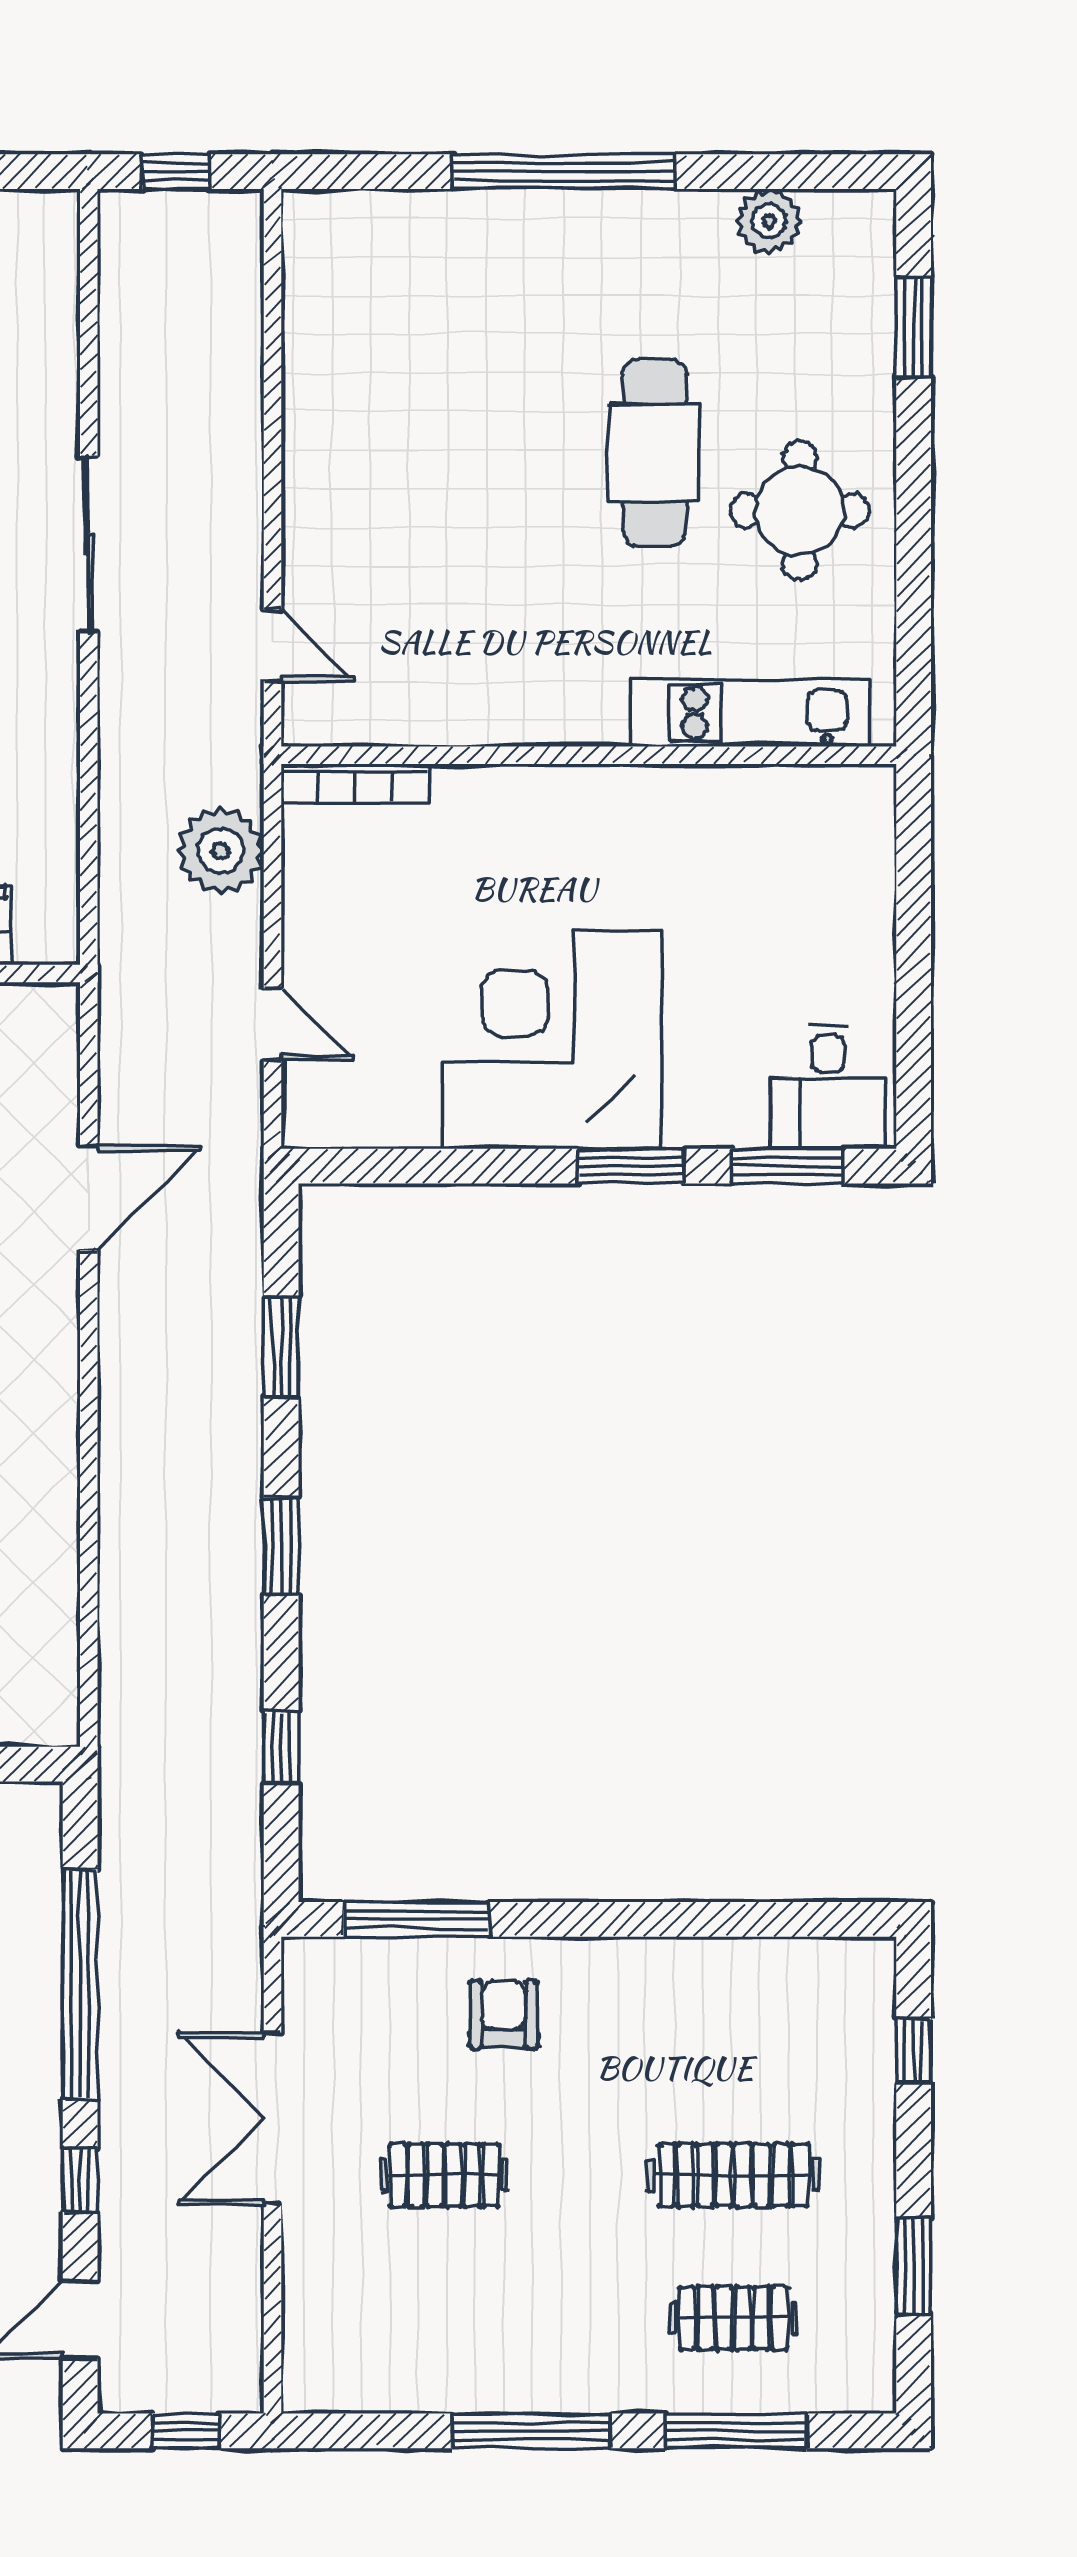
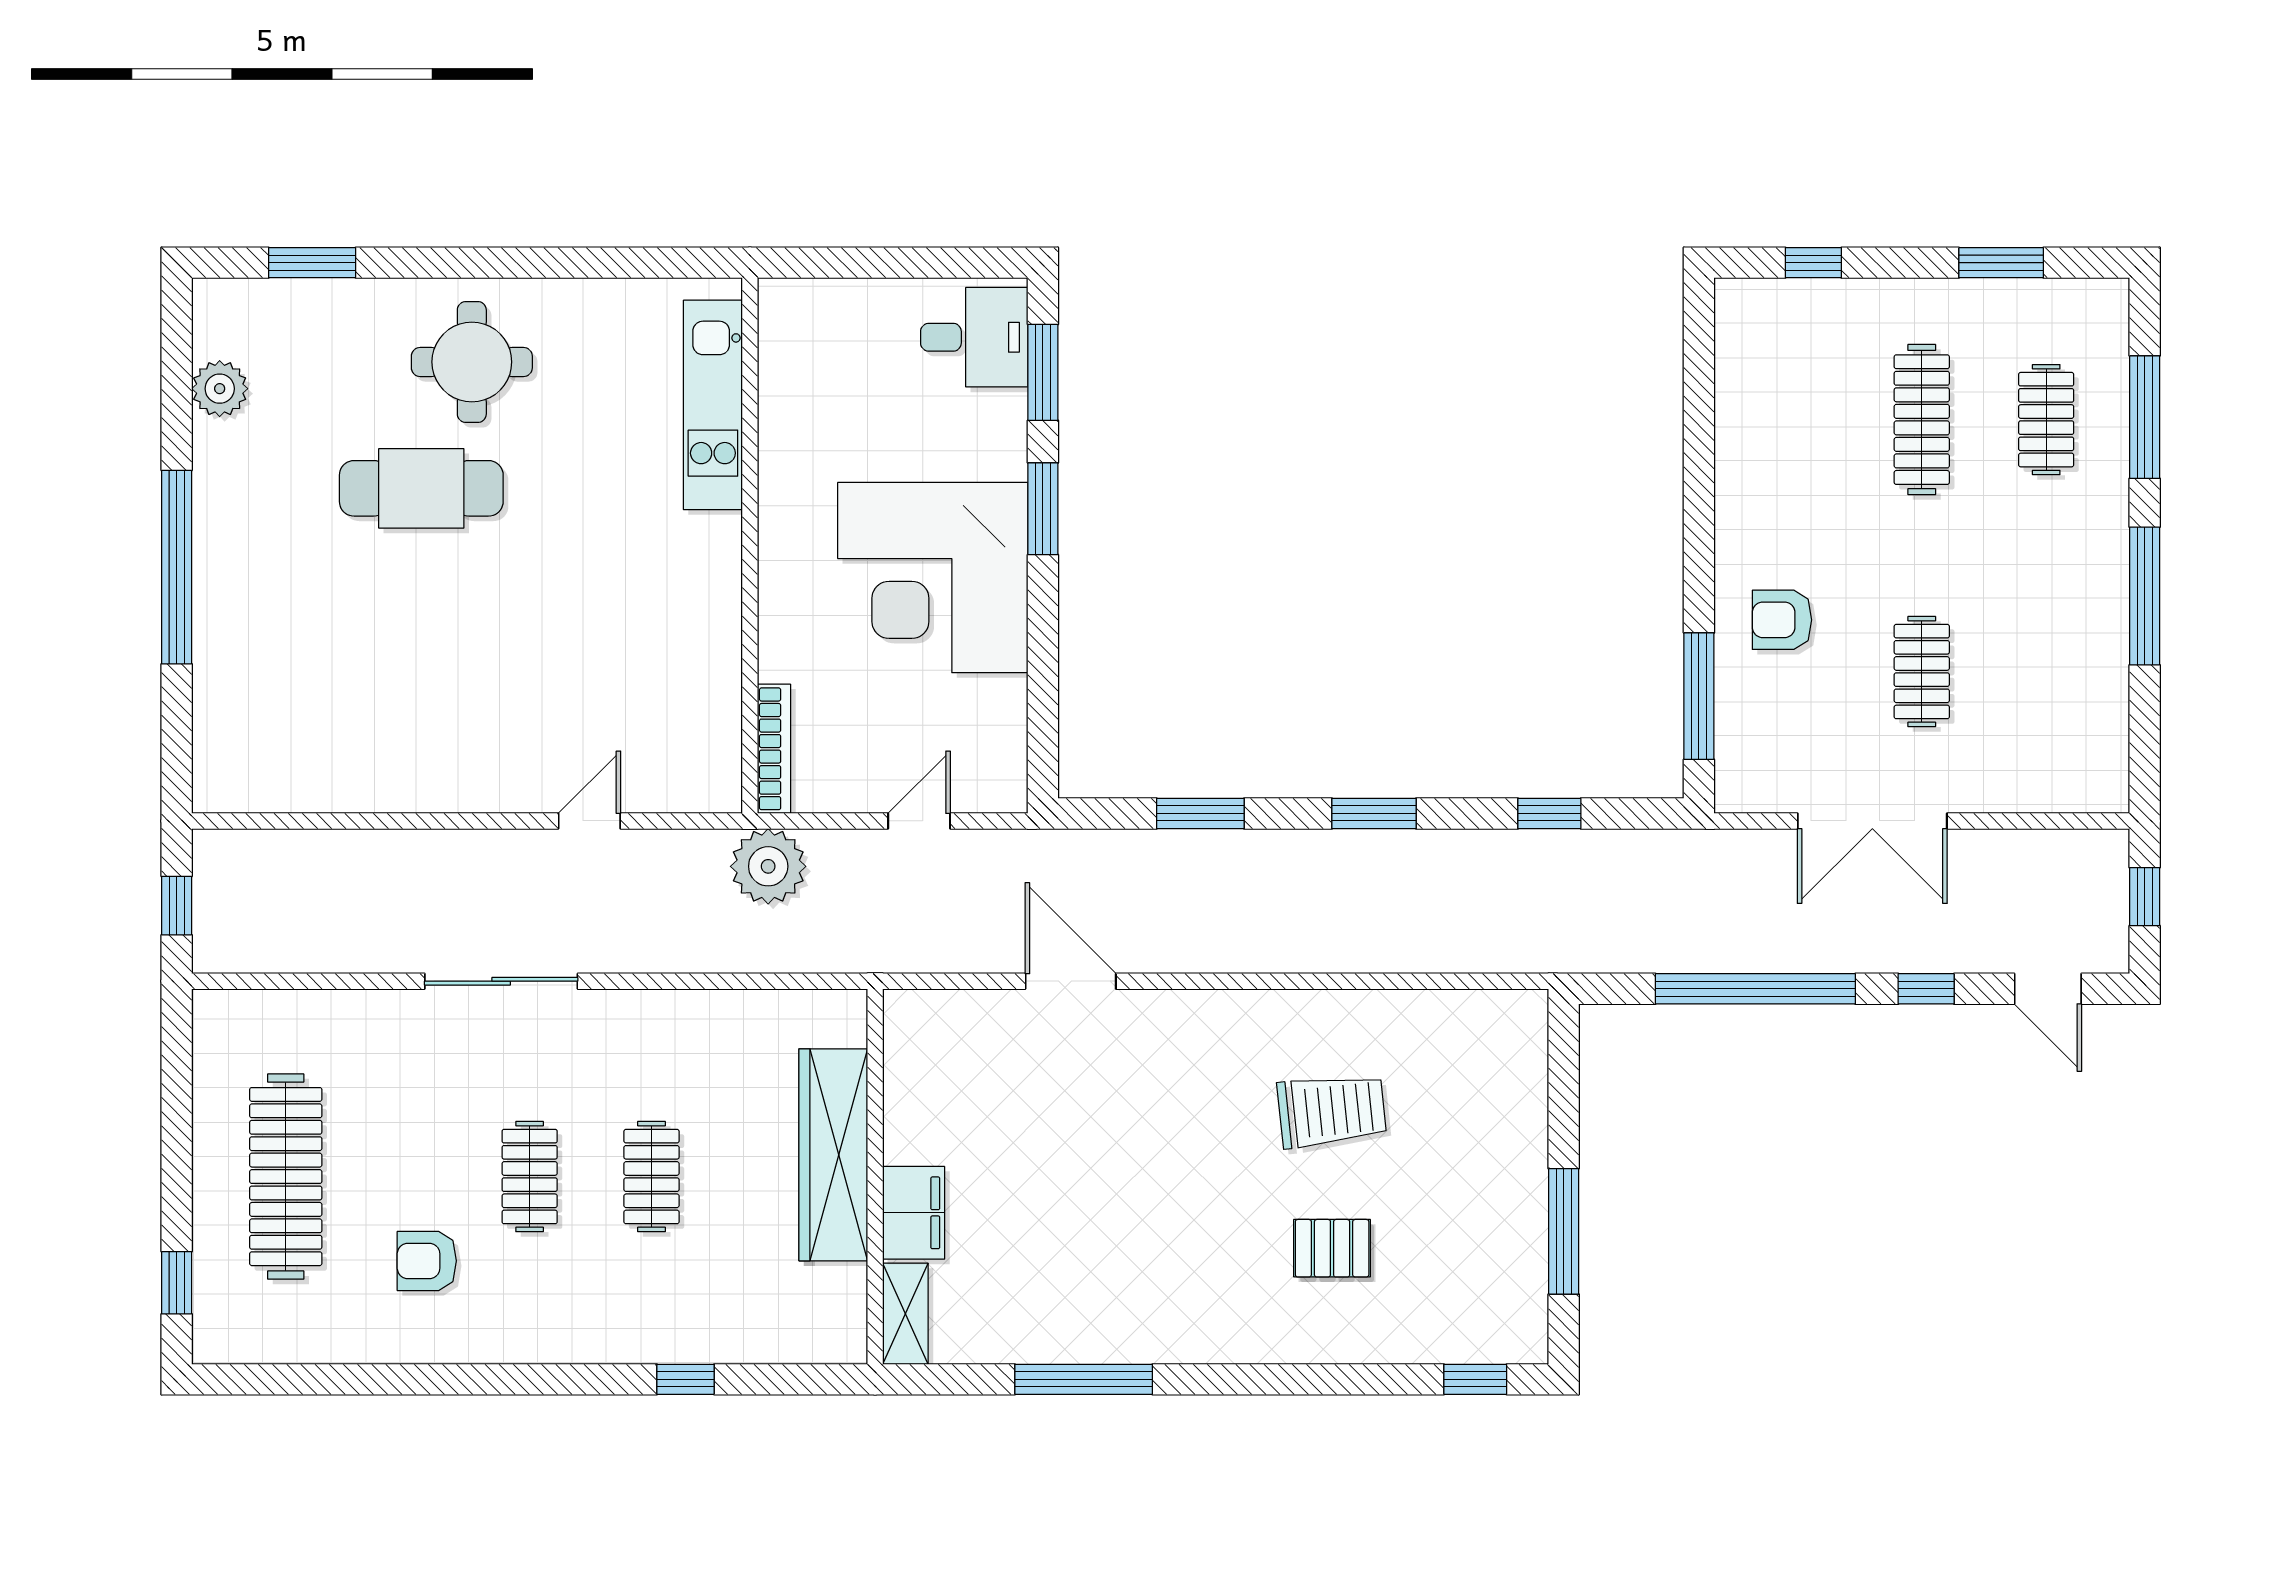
kitchen unit: (750, 713) -> (713, 405), moved
wall: (589, 755) -> (750, 546), moved
bookcase: (355, 783) -> (774, 749), moved

